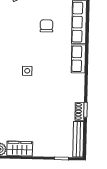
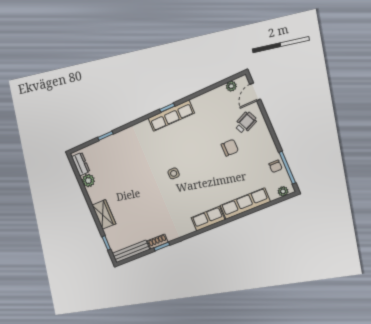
chair: (47, 26) -> (230, 148), moved
wardrobe: (20, 149) -> (104, 215), moved

